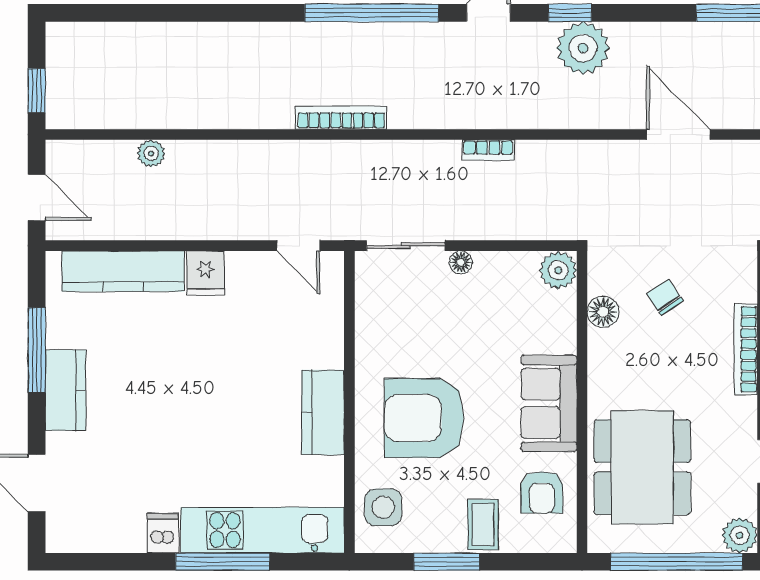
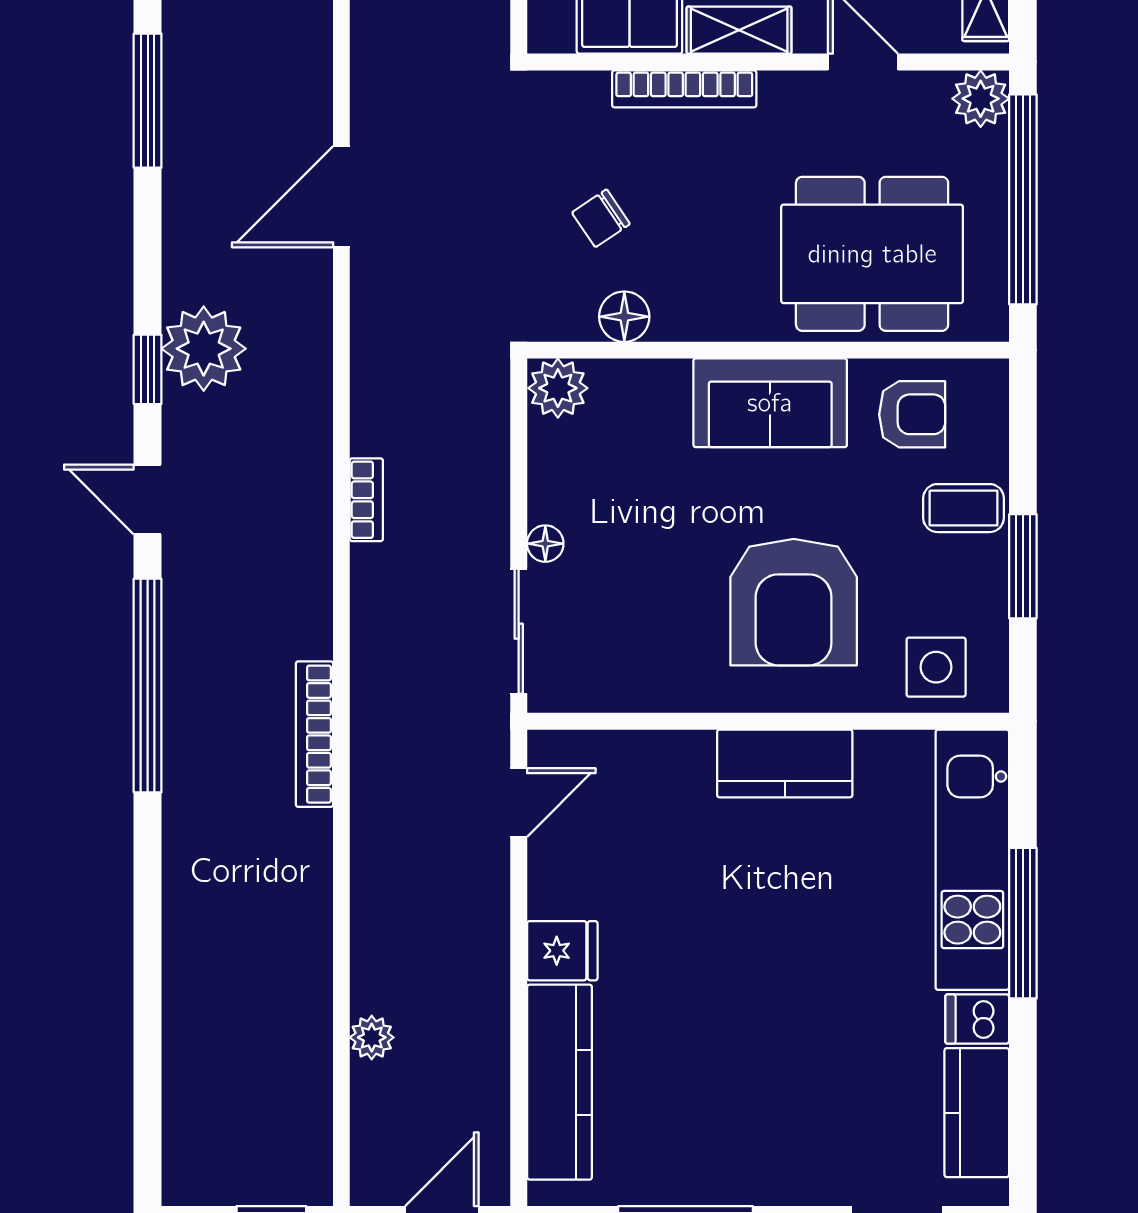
kitchen counter: (66, 390) -> (977, 1113), moved, turned -90

